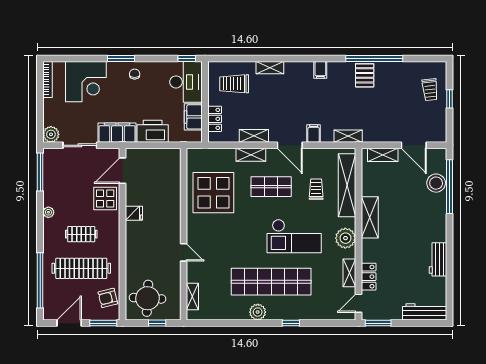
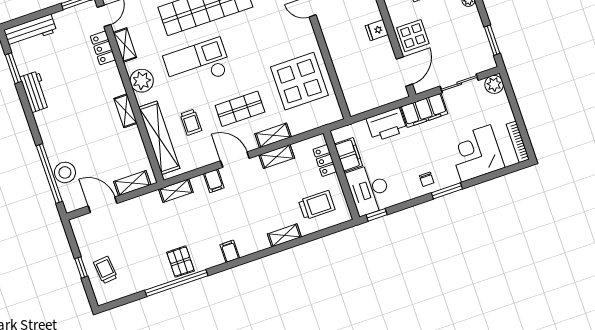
window: (40, 172) -> (492, 40), width x0.69
shelving: (370, 217) -> (126, 111), width x0.67, depth x0.75
window: (450, 285) -> (13, 68), added

